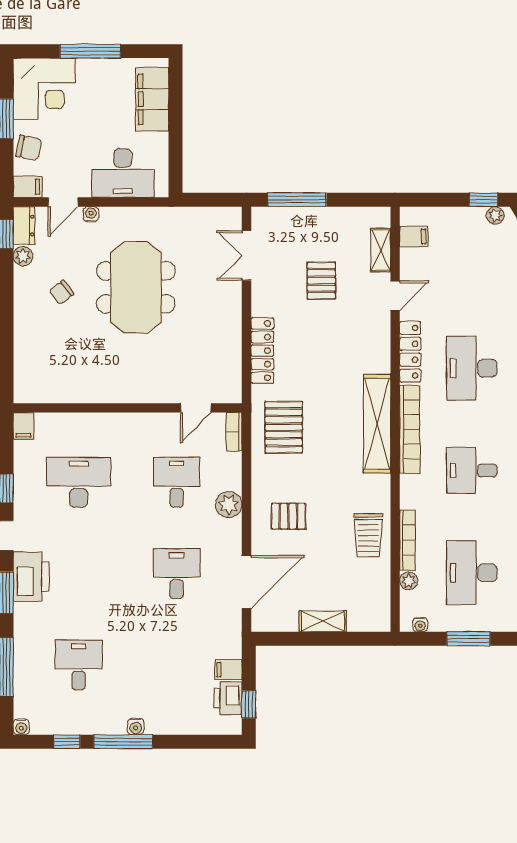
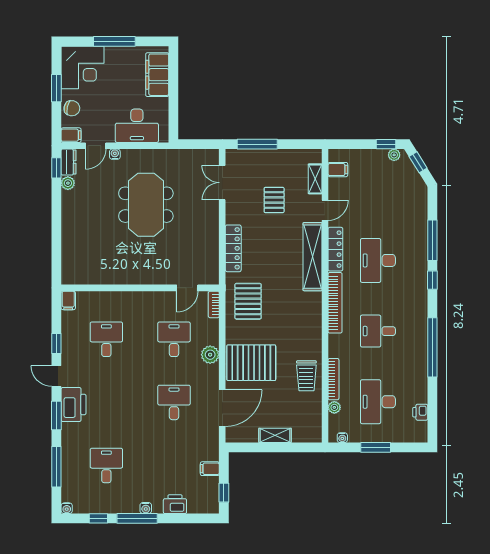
chair: (61, 292) -> (95, 208), removed
shelving: (377, 424) -> (313, 257), moved
desk: (79, 482) -> (106, 339), width x0.73
pallet: (288, 516) -> (251, 363), width x2.05, depth x2.00
printer: (228, 698) -> (175, 504), moved, turned 90

